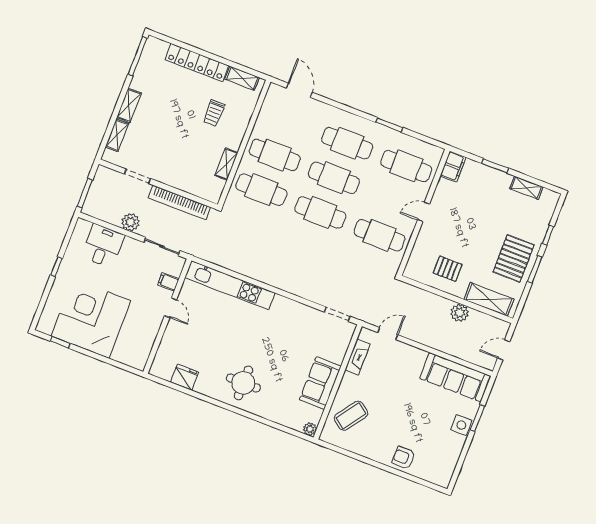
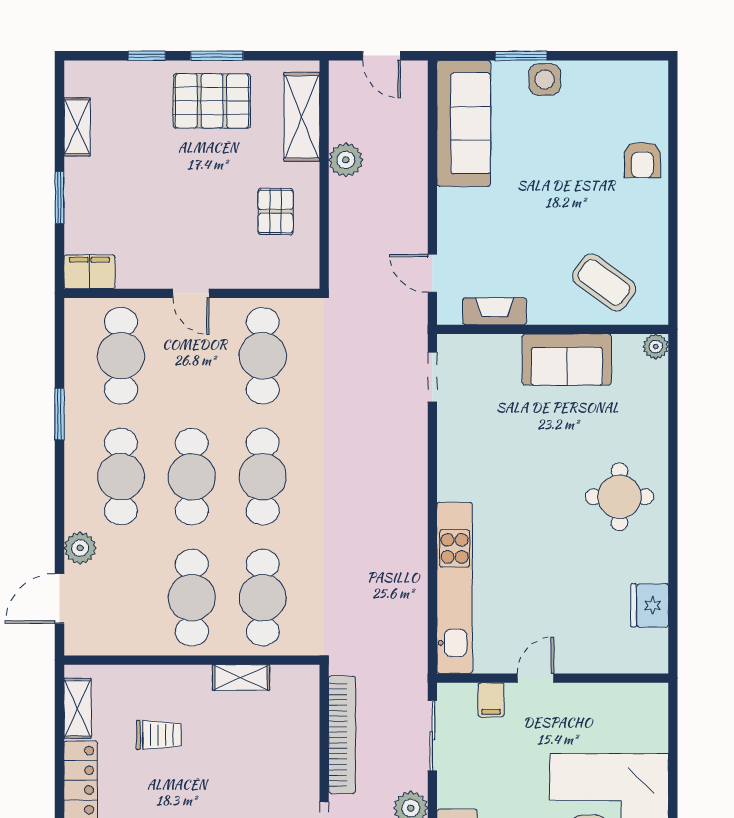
plant: (320, 110) -> (80, 548), added

